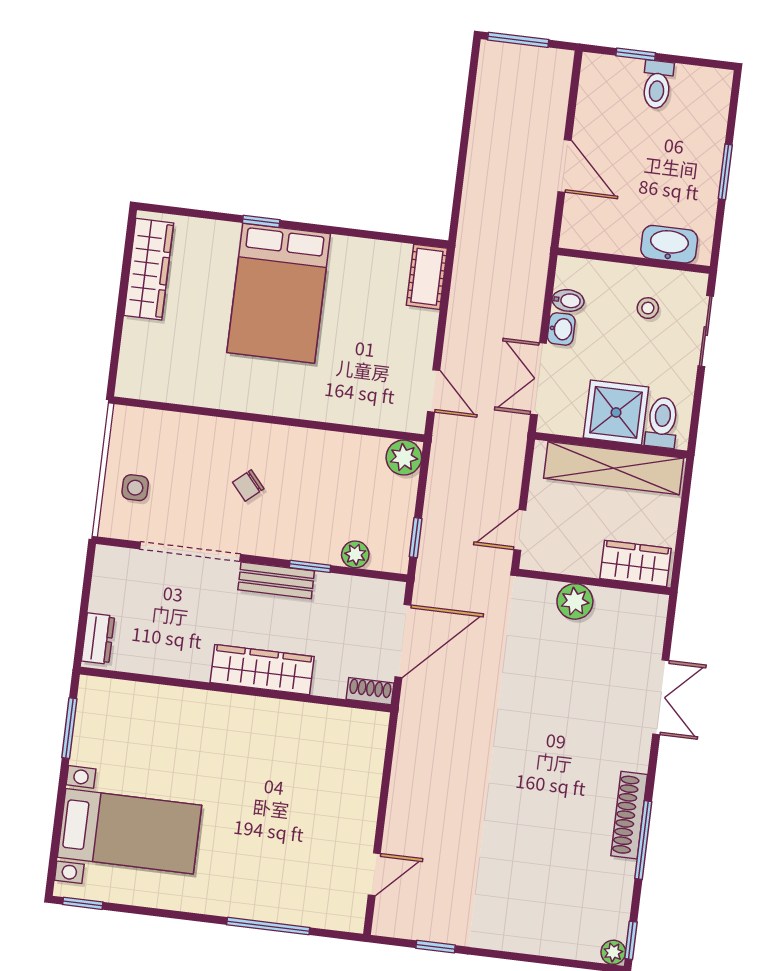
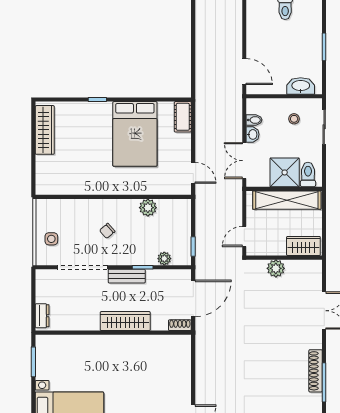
door: (565, 166) -> (244, 72), moved
bed: (279, 293) -> (135, 134), moved
plant: (404, 457) -> (148, 208), moved

